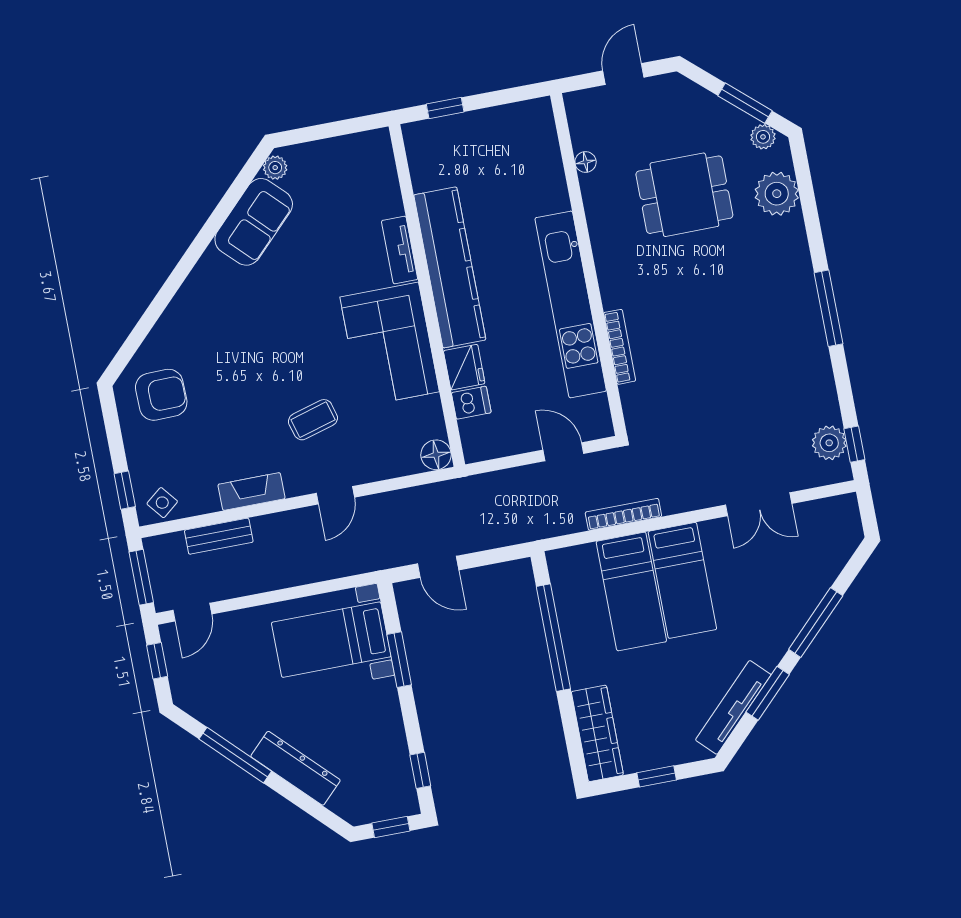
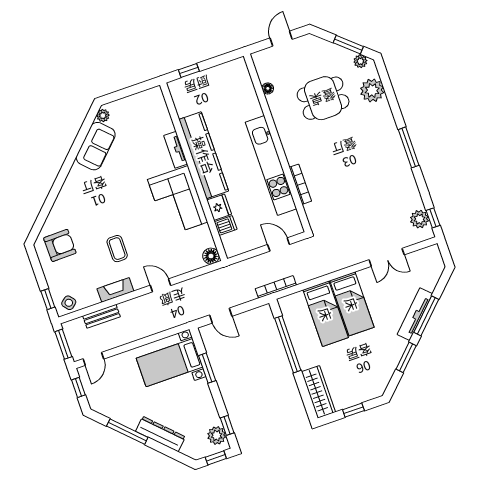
coffee table: (313, 420) -> (117, 249), moved, turned -74
door: (335, 495) -> (160, 285), swing flipped
bookcase: (623, 514) -> (276, 287), moved
tv unit: (733, 707) -> (415, 314), moved
plant: (398, 786) -> (217, 435), added

